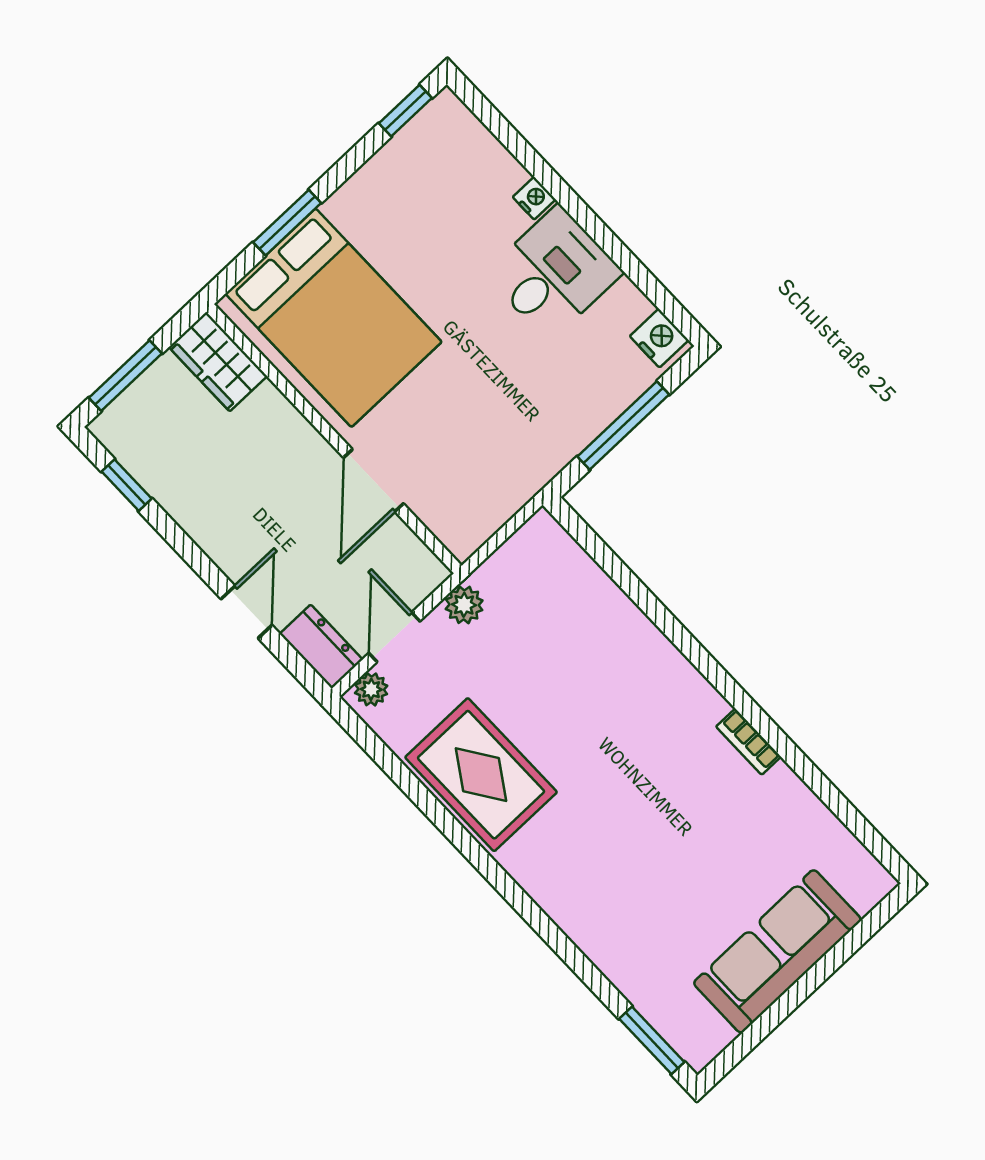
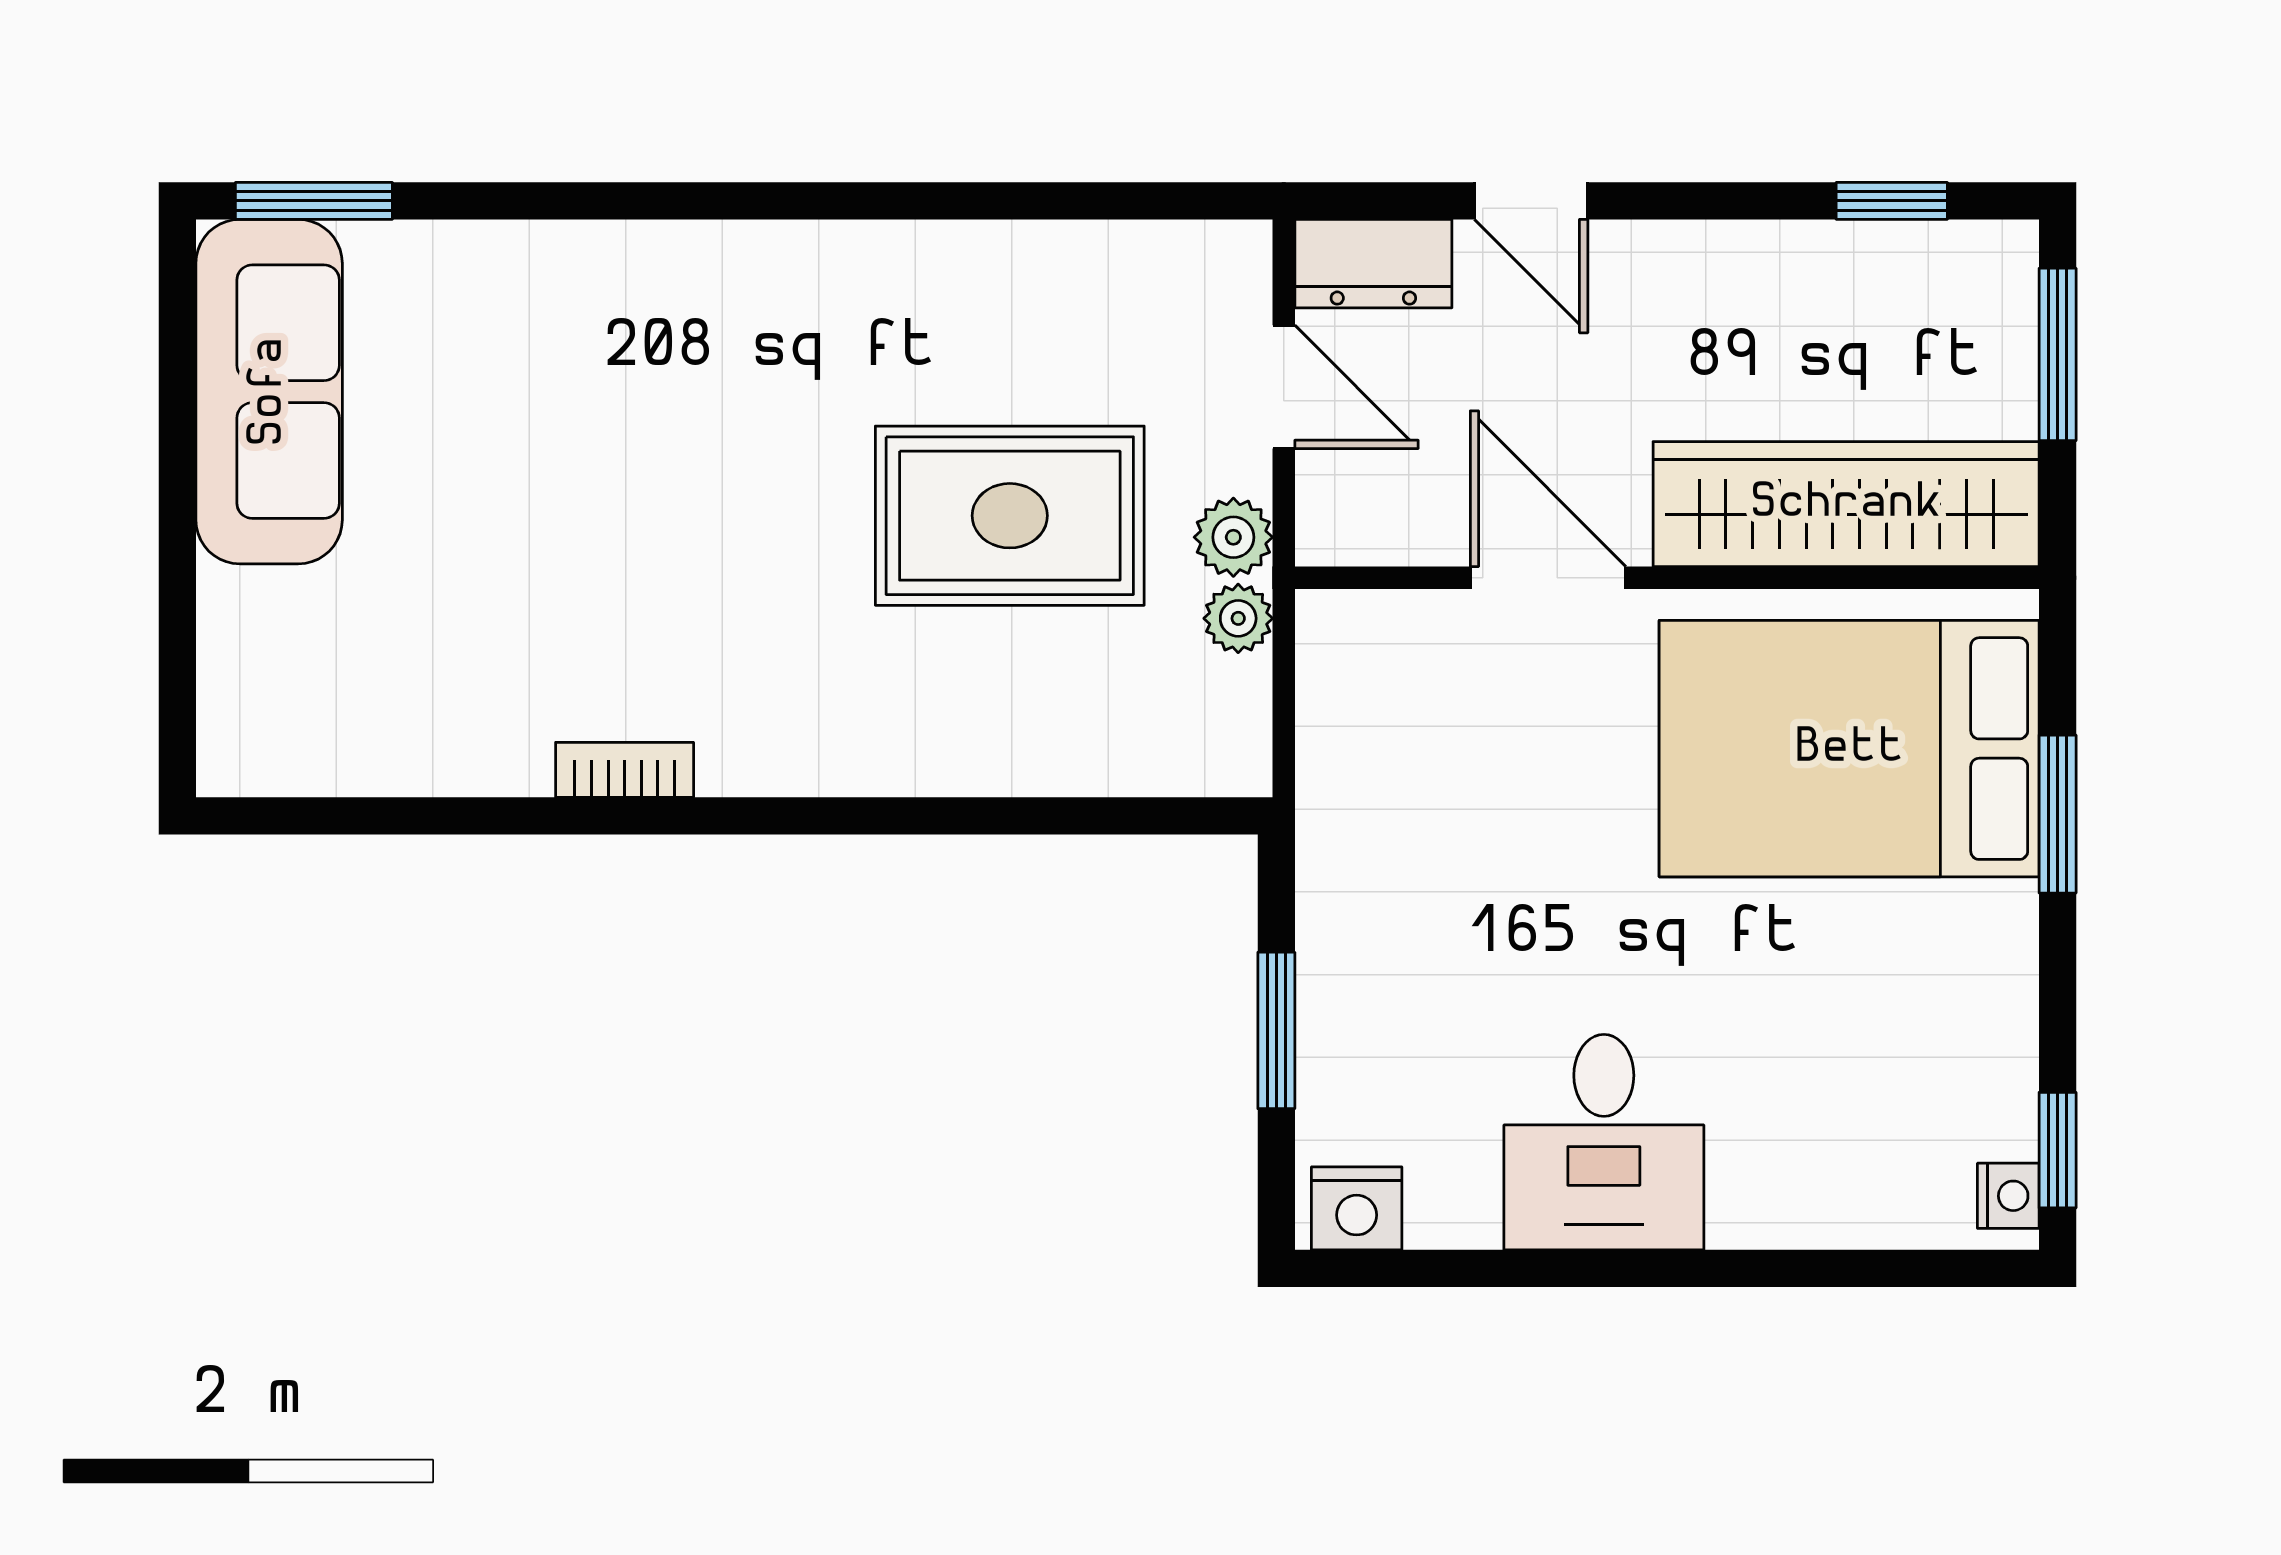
nightstand: (534, 198) -> (2008, 1196), moved, turned -90
wardrobe: (218, 362) -> (1846, 504), width x2.10, depth x1.17
window: (623, 426) -> (1276, 1030), width x0.69
plant: (371, 689) -> (1238, 618), moved
rug: (481, 775) -> (1010, 516), moved
sofa: (777, 951) -> (269, 392), moved

